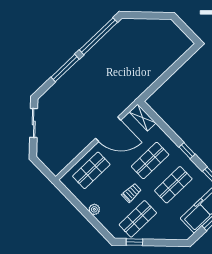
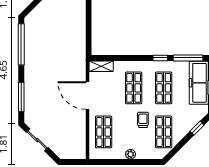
window: (65, 68) -> (21, 97), moved
door: (108, 129) -> (87, 96), swing flipped
window: (187, 151) -> (160, 58), moved
window: (134, 242) -> (197, 128), moved

